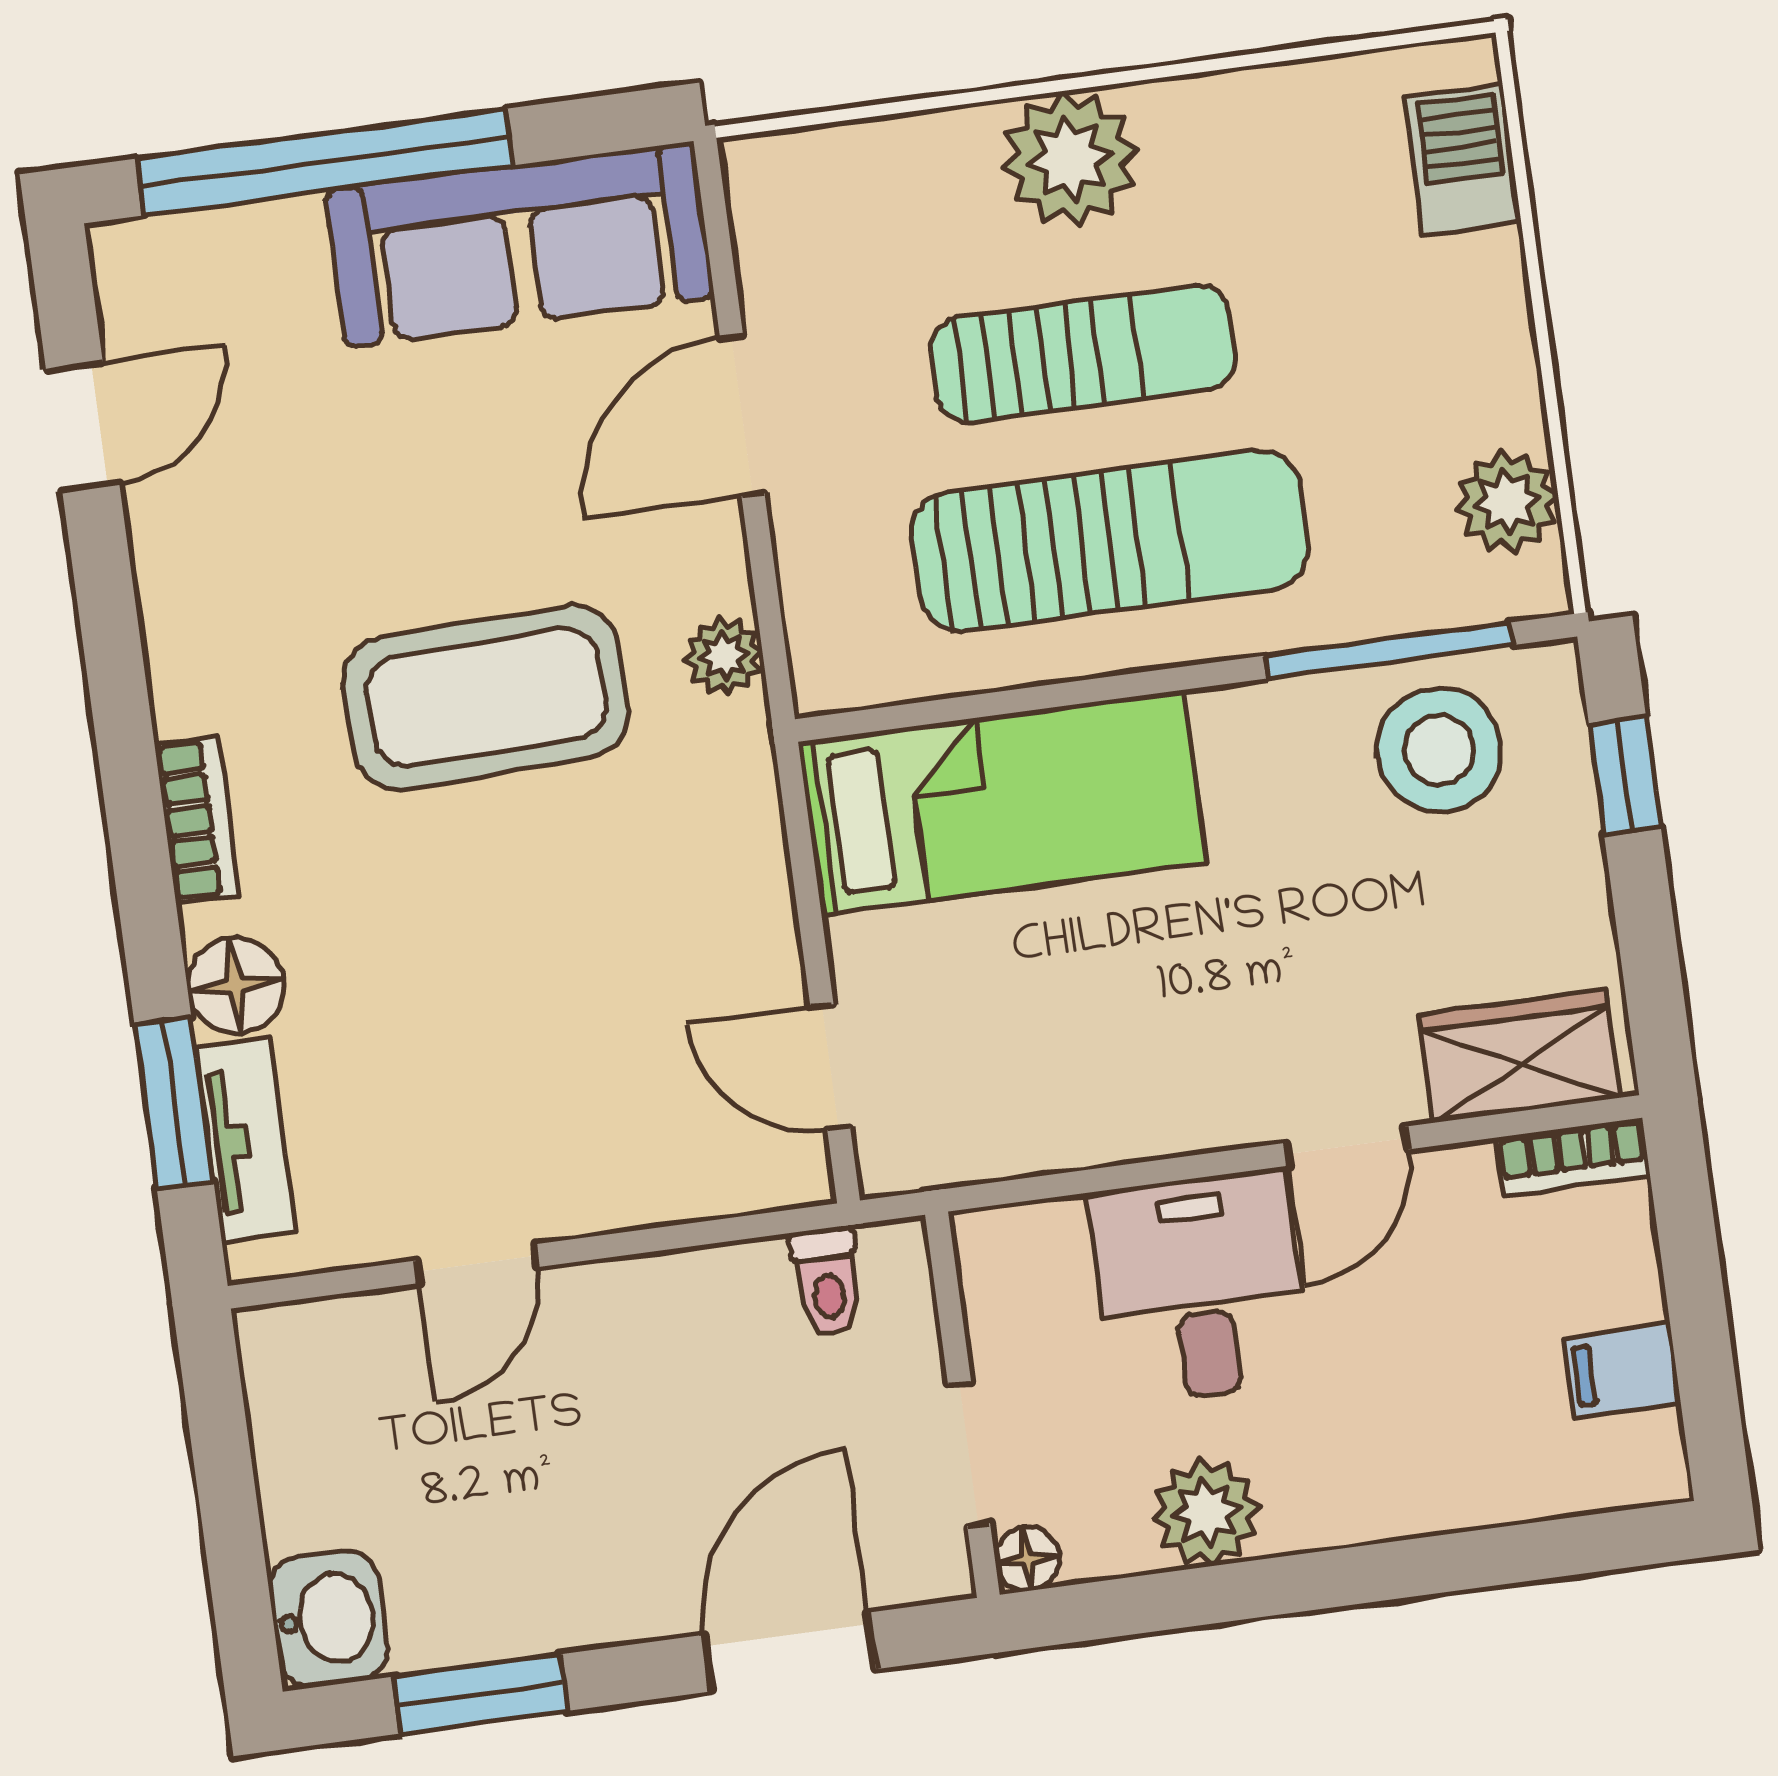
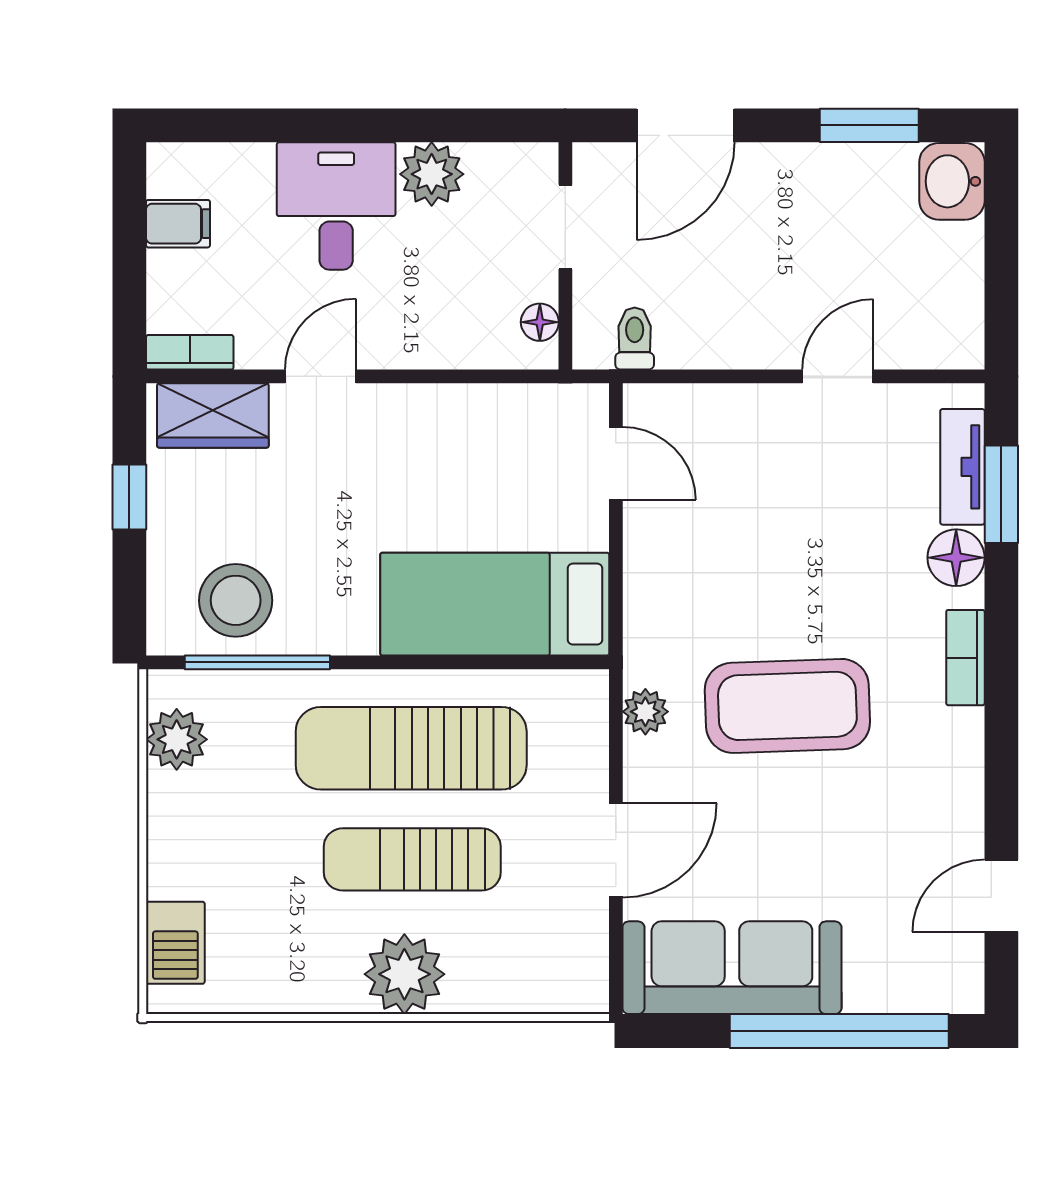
window: (1625, 776) -> (129, 497), moved
desk: (1200, 1287) -> (336, 206), moved, turned 180
floor lamp: (1027, 1559) -> (540, 322), moved

